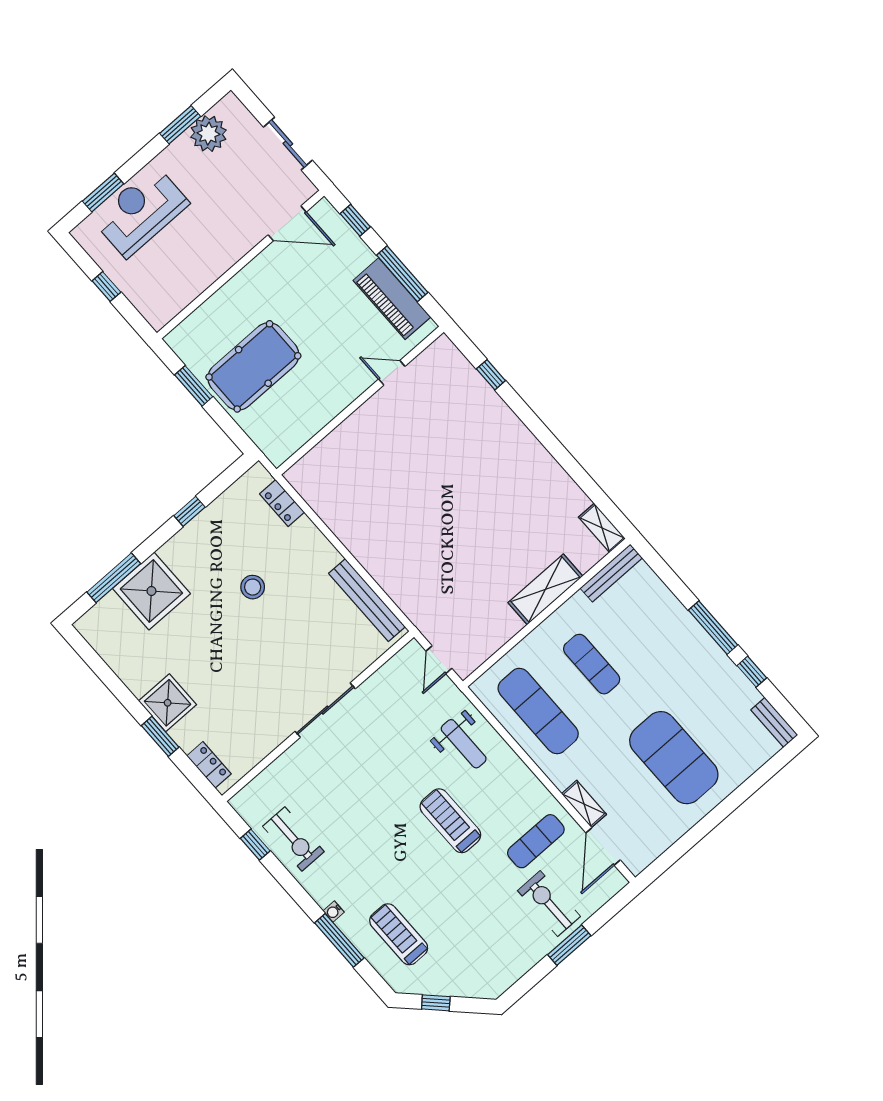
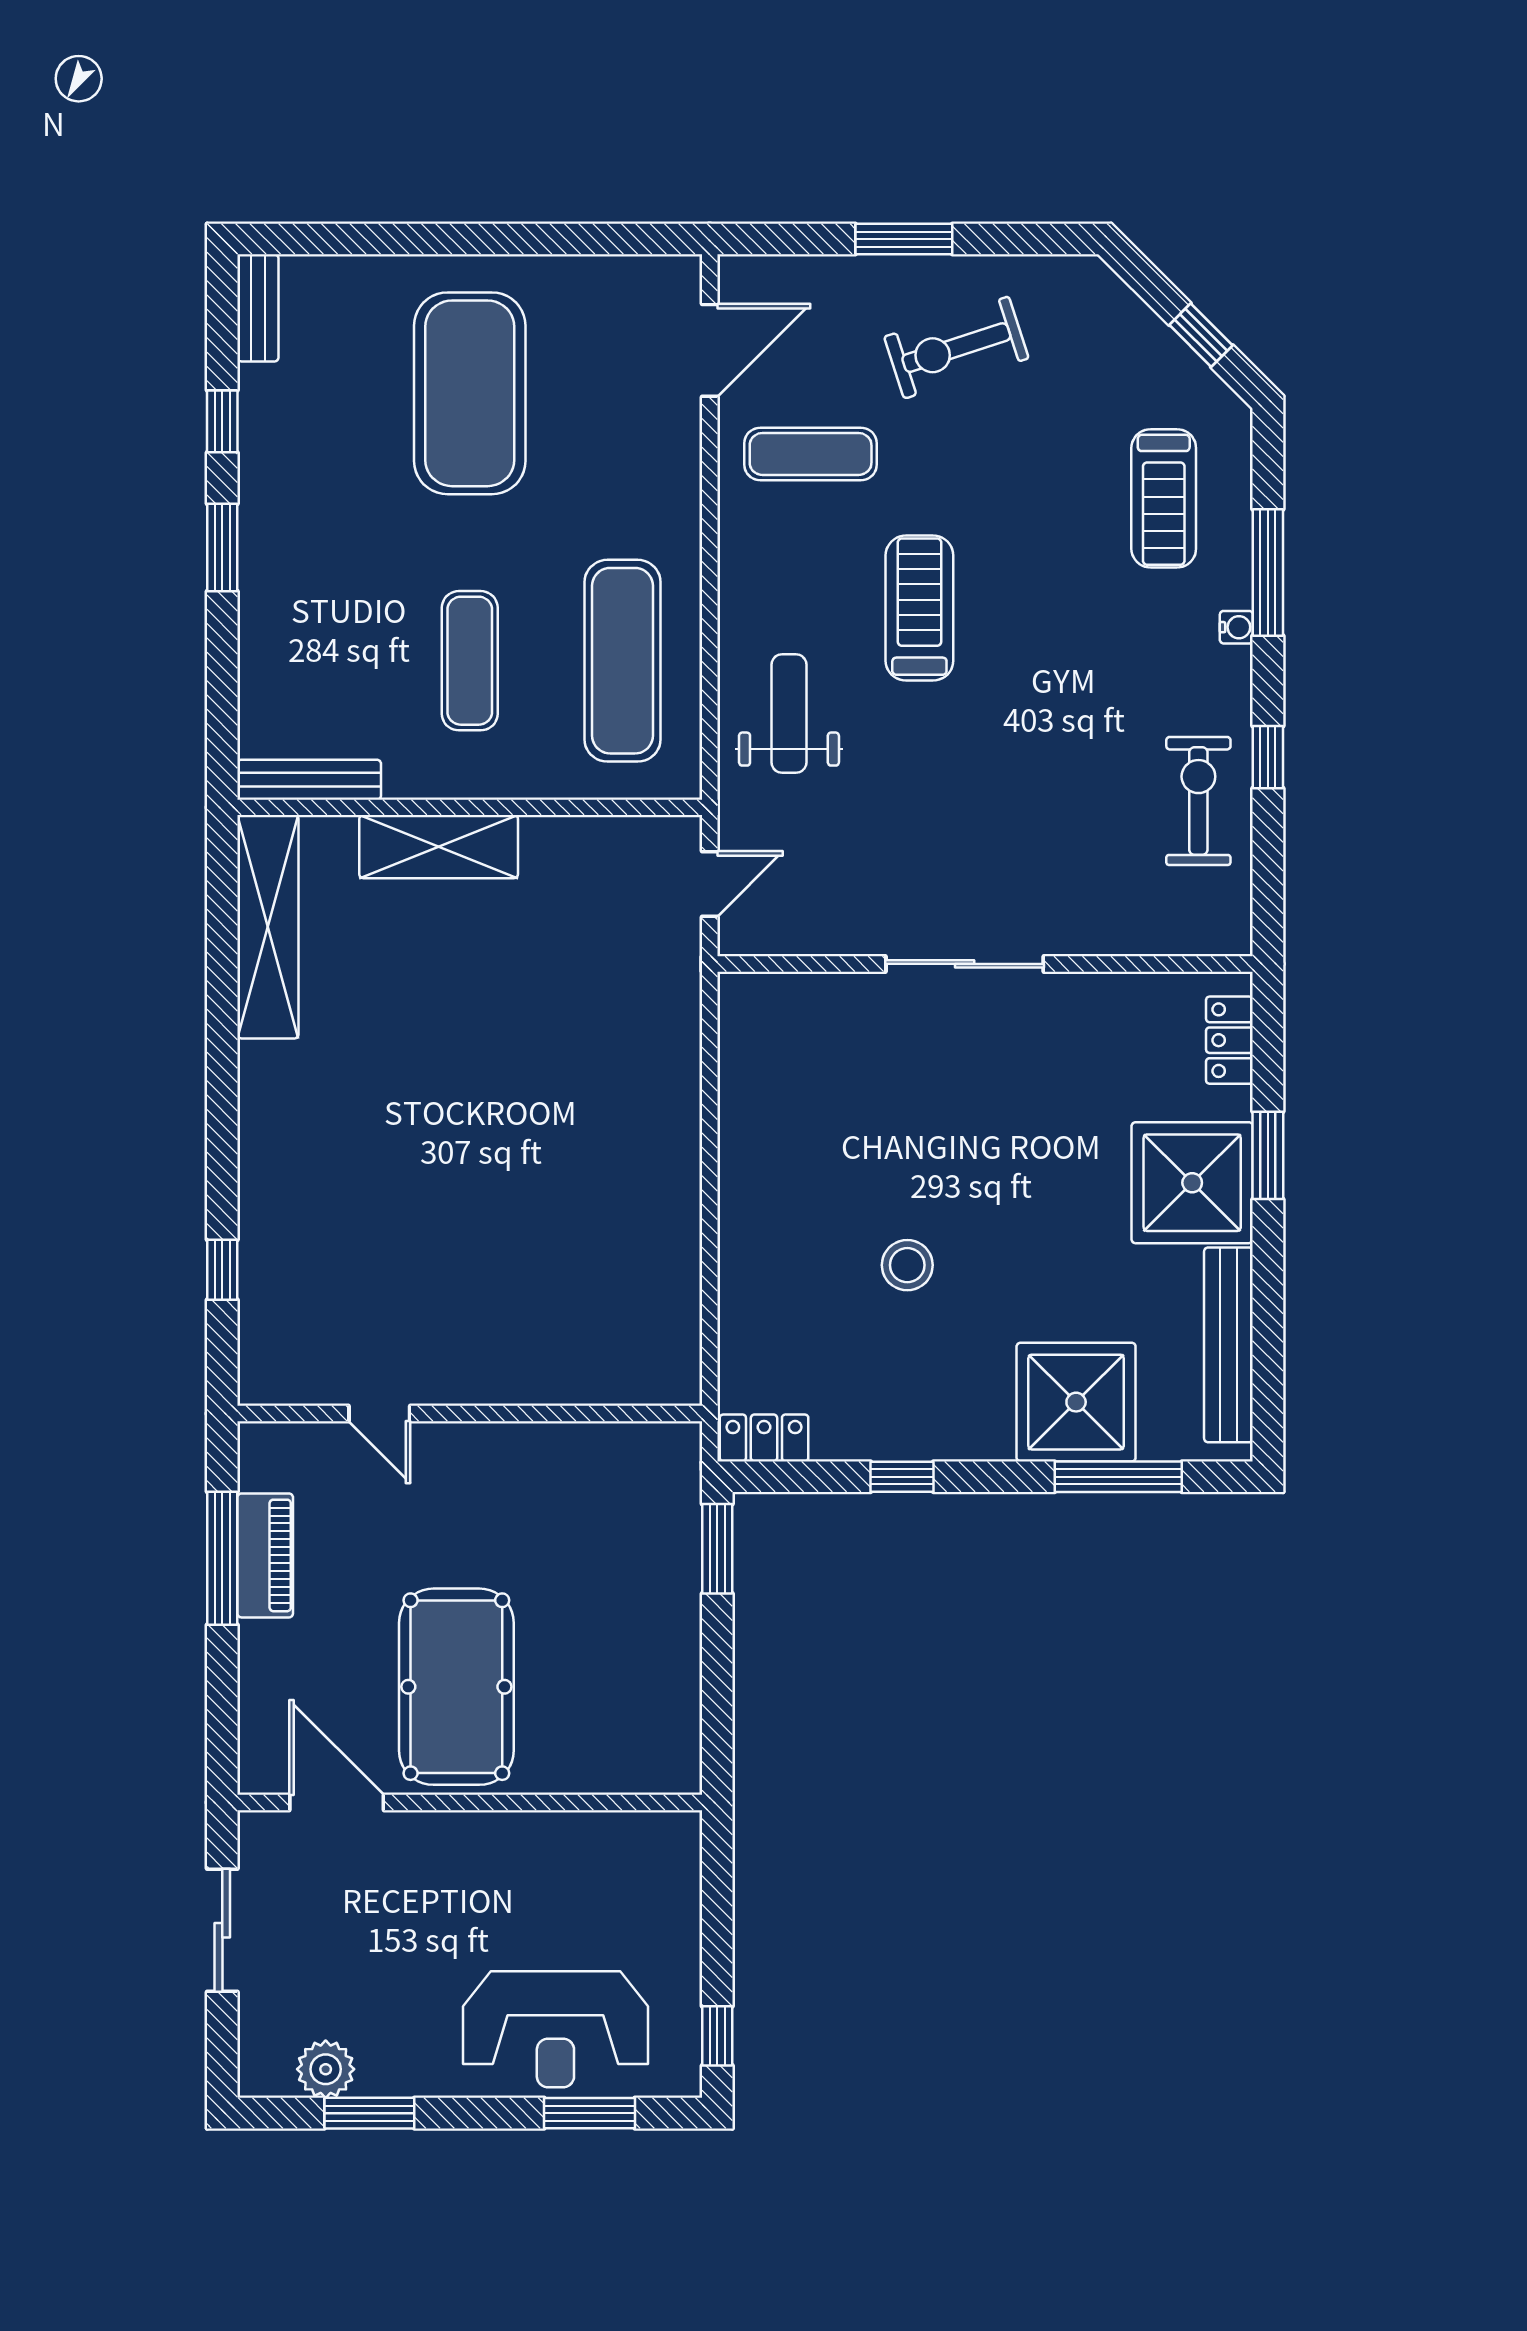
plant: (208, 134) -> (326, 2069), width x0.73, depth x0.73
window: (355, 220) -> (222, 1711), removed
window: (106, 287) -> (717, 2036), moved
piano: (392, 299) -> (265, 1555), width x0.73, depth x0.75
pool table: (253, 366) -> (456, 1687), moved, turned 90
window: (194, 386) -> (717, 1549), moved
locker: (282, 503) -> (764, 1438), moved, turned -90
shelving: (602, 528) -> (268, 927), width x2.20, depth x1.33
bench: (367, 600) -> (1228, 1345), moved
window: (713, 628) -> (222, 548), width x0.69
shower: (168, 703) -> (1192, 1183), width x1.37, depth x1.37
shelving: (584, 804) -> (680, 446), removed
treadmill: (450, 821) -> (919, 608), turned 180
window: (255, 845) -> (1268, 757), moved
exercise bike: (549, 903) -> (956, 348), moved, turned 72

